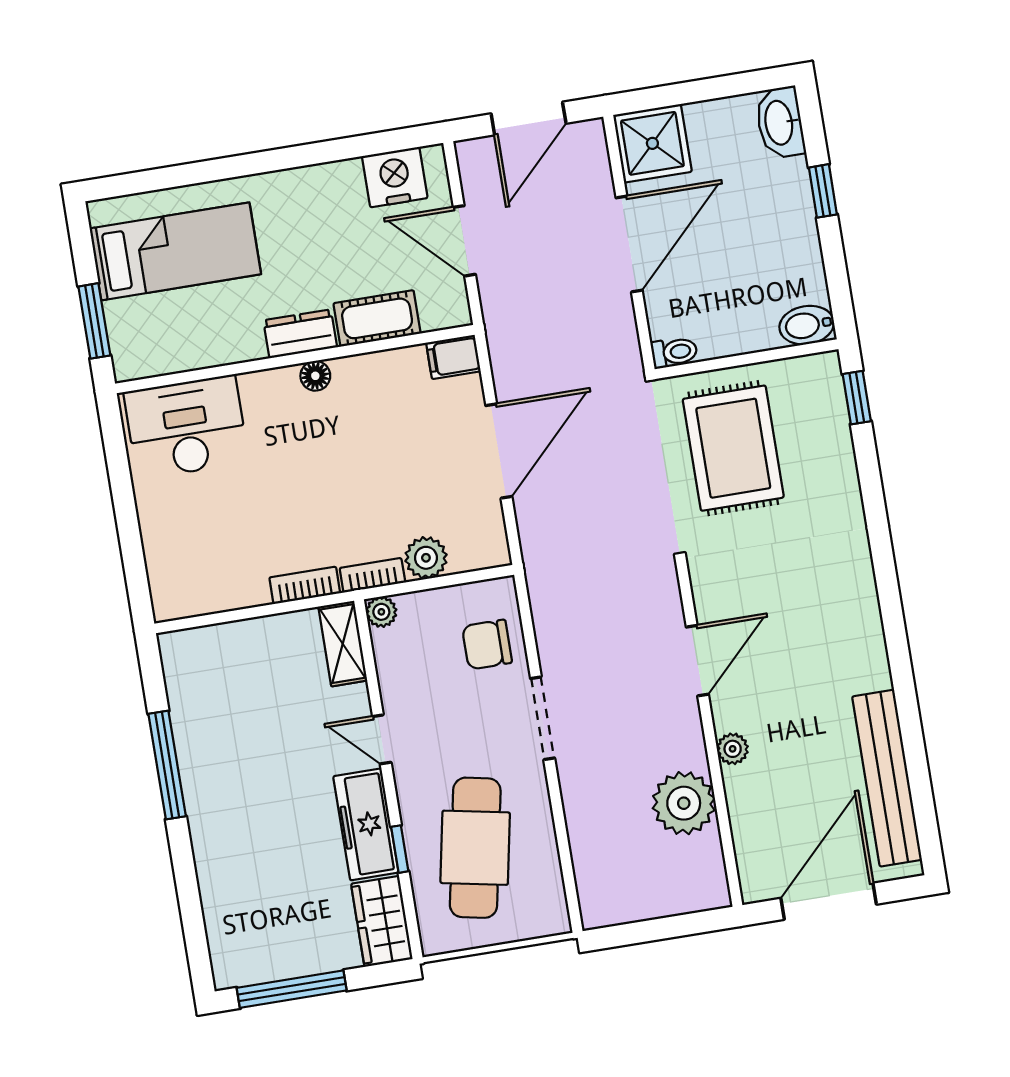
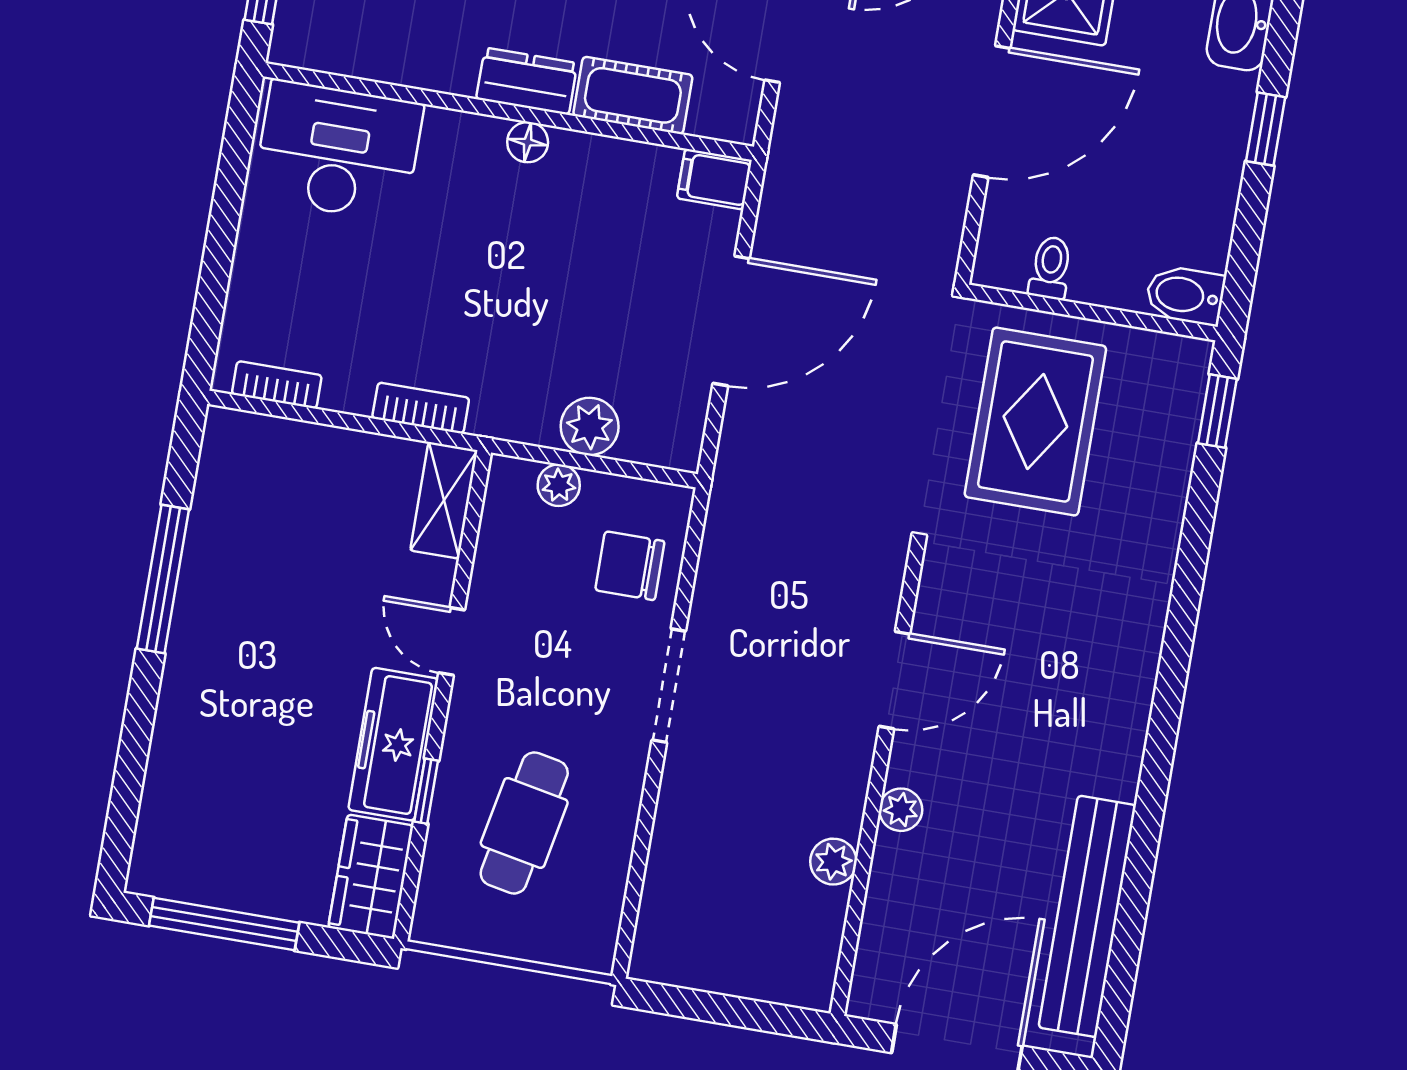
toilet: (674, 352) -> (1050, 268), moved, turned -90
bookcase: (372, 575) -> (277, 385), moved
plant: (381, 612) -> (559, 485), moved
plant: (684, 803) -> (833, 862), width x0.53, depth x0.53
cafe table: (475, 848) -> (524, 823), width x0.73, depth x0.74

